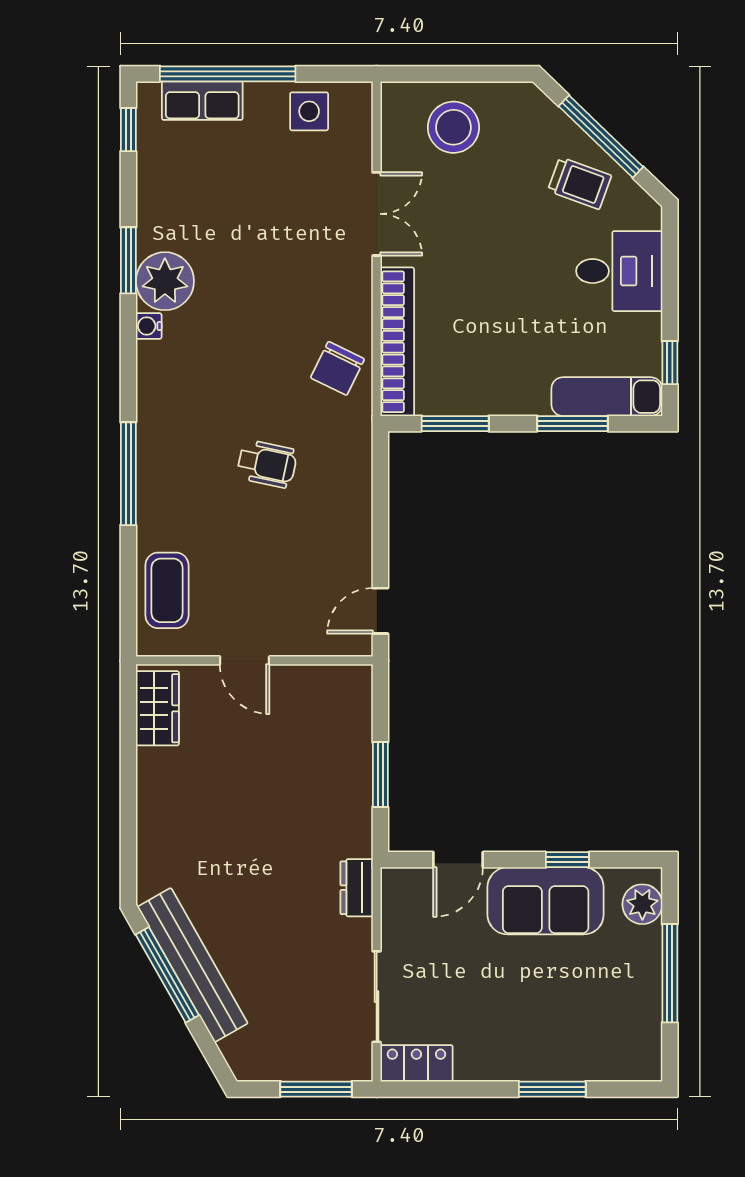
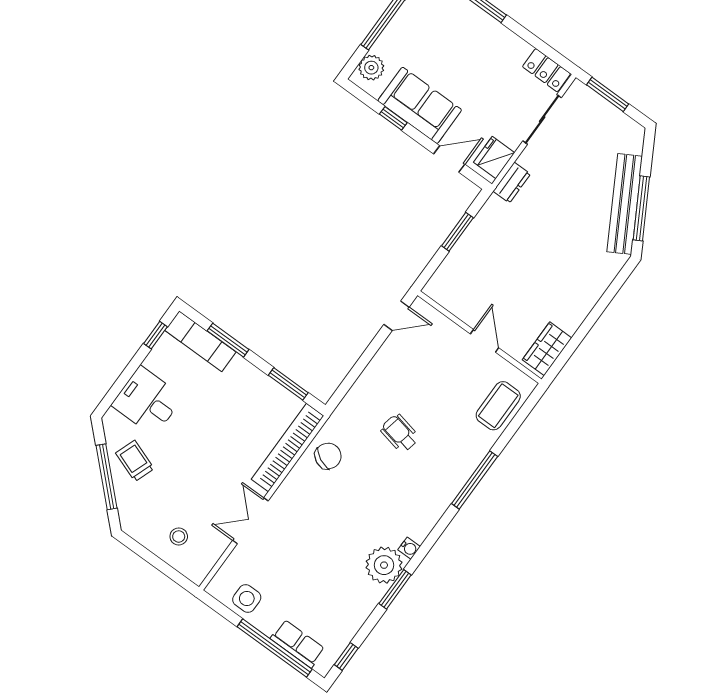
stool: (453, 127) -> (179, 537), width x0.53, depth x0.53
fridge: (402, 903) -> (494, 158), added

